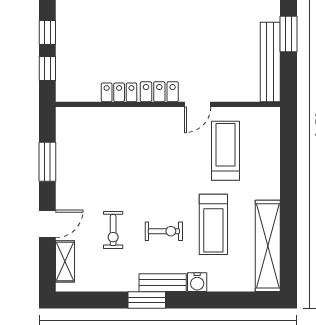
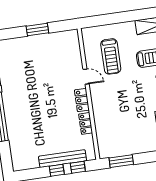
bench: (270, 62) -> (63, 159), moved
treadmill: (225, 151) -> (111, 56), turned -90
window: (47, 162) -> (121, 161), moved

